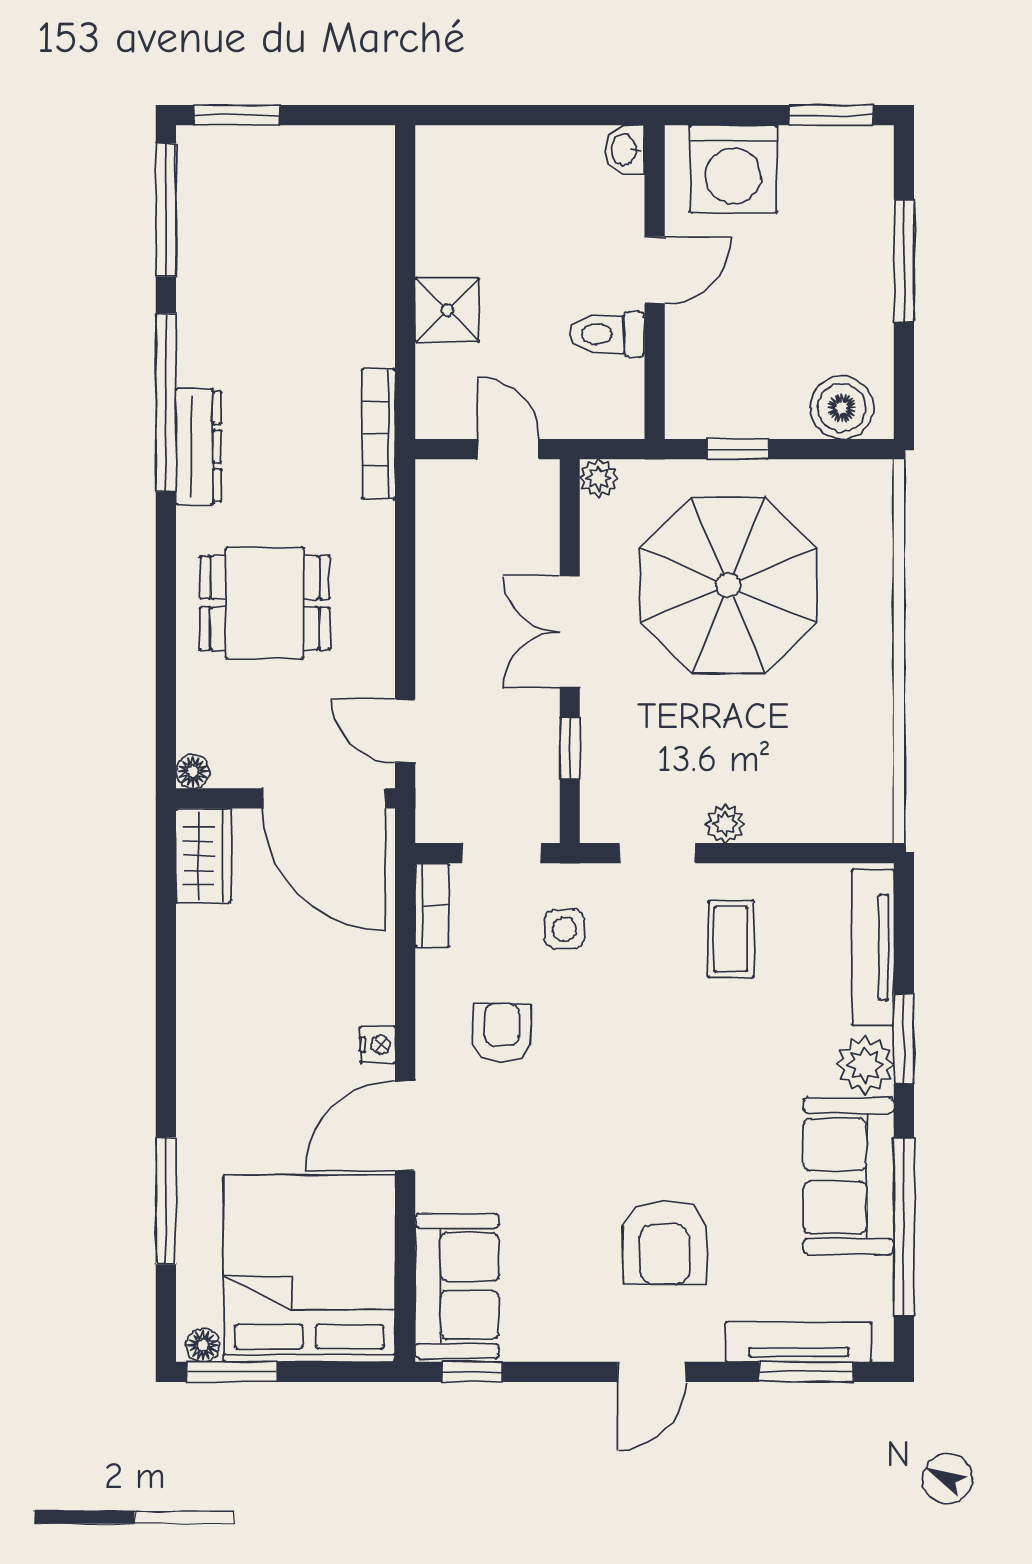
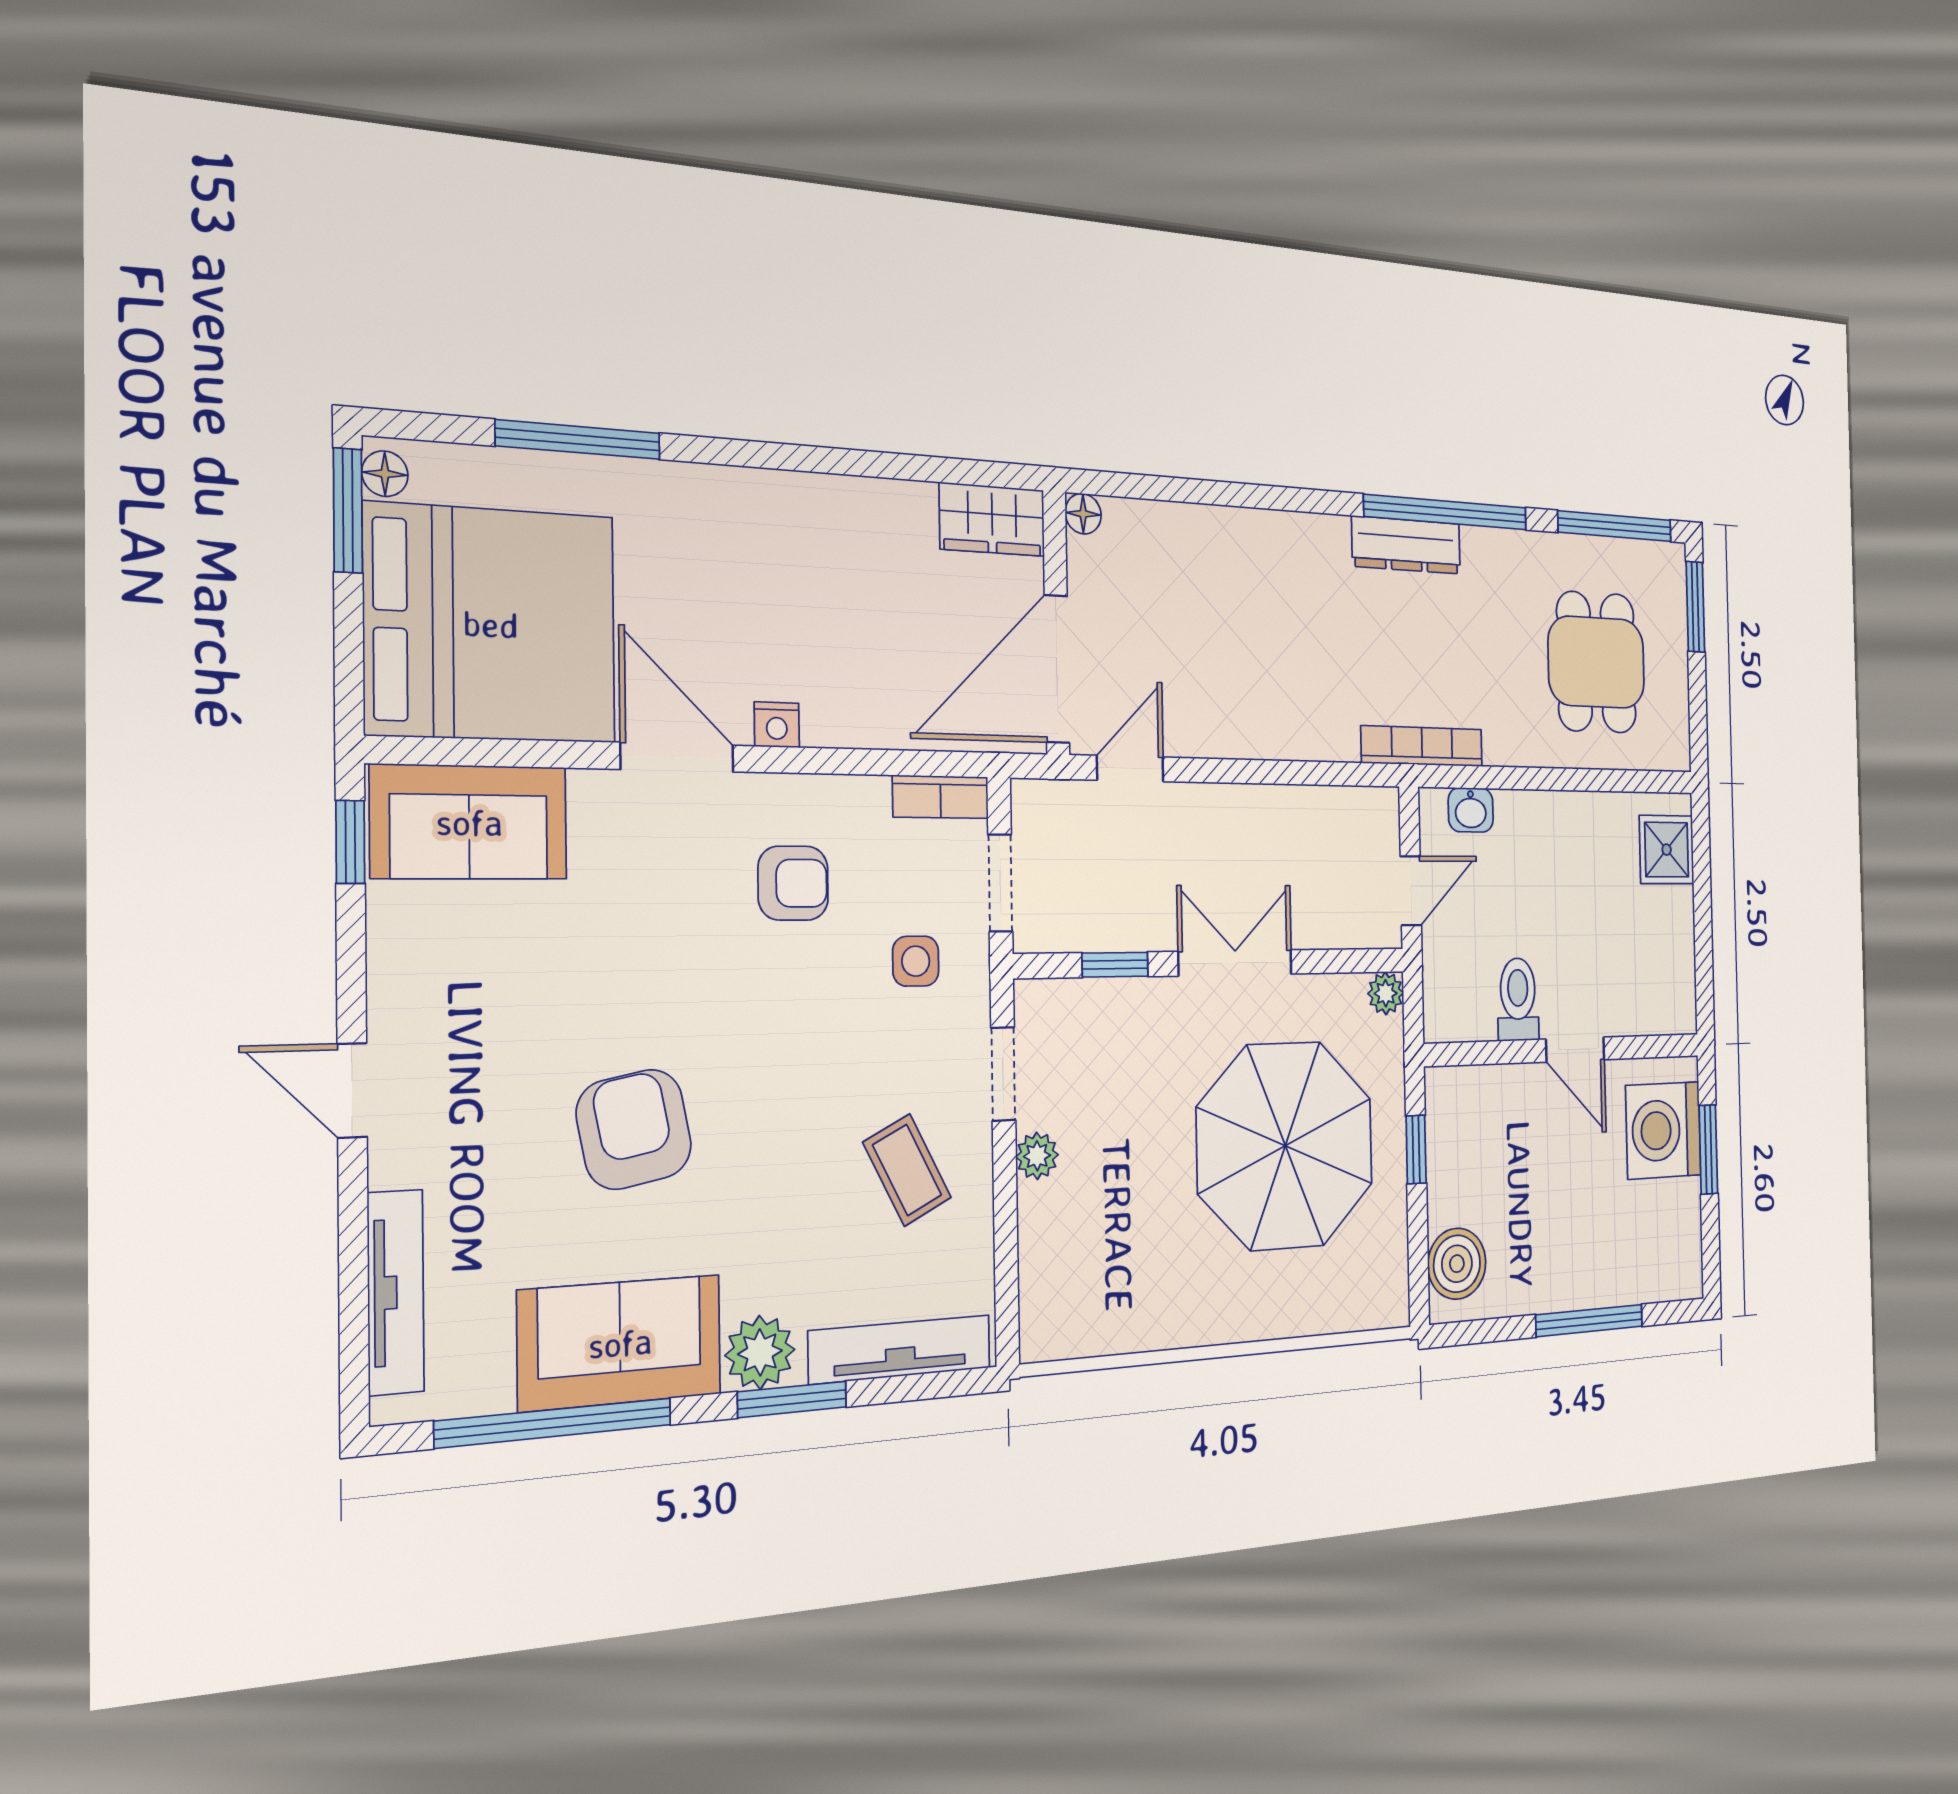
window: (831, 115) -> (1708, 1149), moved
washbasin: (625, 150) -> (1471, 810), moved, turned 180
shower: (447, 310) -> (1667, 850), moved
dining table: (265, 603) -> (1596, 662), moved
coffee table: (731, 939) -> (907, 1170), turned 63
armchair: (664, 1242) -> (634, 1129), moved, turned 79
window: (806, 1372) -> (354, 1306), removed

